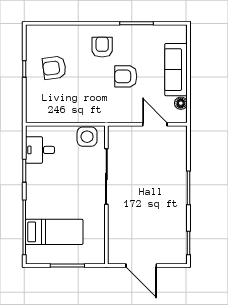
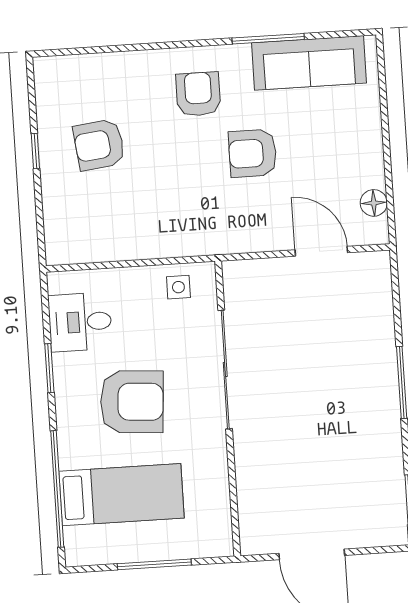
sofa: (176, 70) -> (309, 63), moved, turned -90
side table: (87, 137) -> (178, 287), width x0.54, depth x0.54
armchair: (62, 189) -> (132, 402), added

